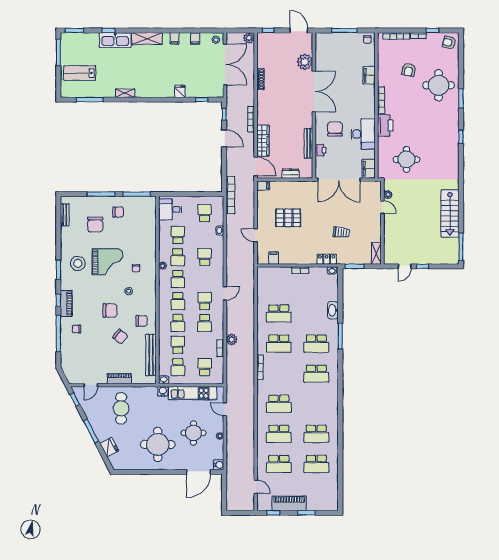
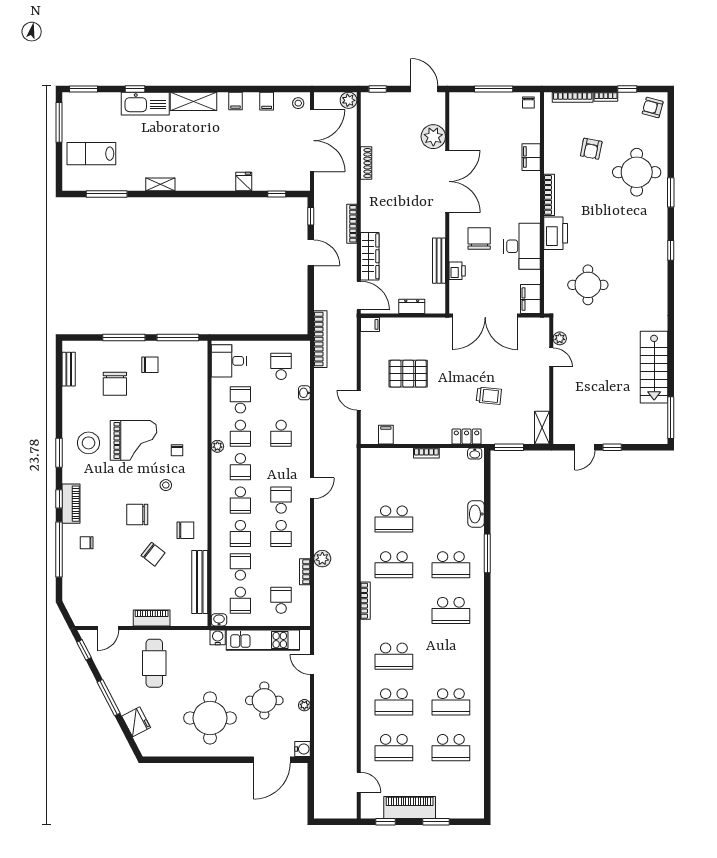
school desk: (205, 257) -> (281, 433), turned 180
chair: (110, 311) -> (137, 514), turned 180

